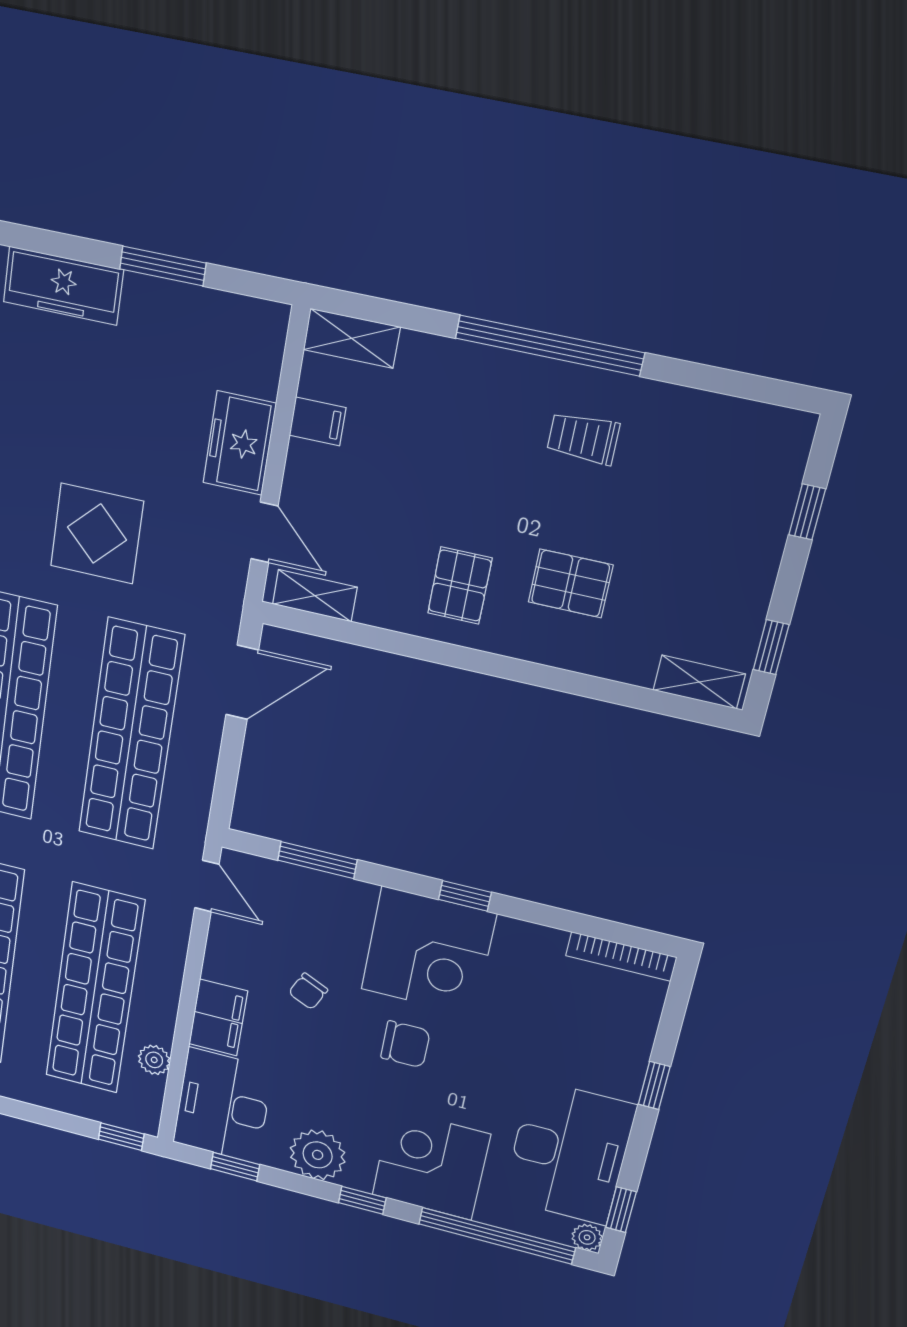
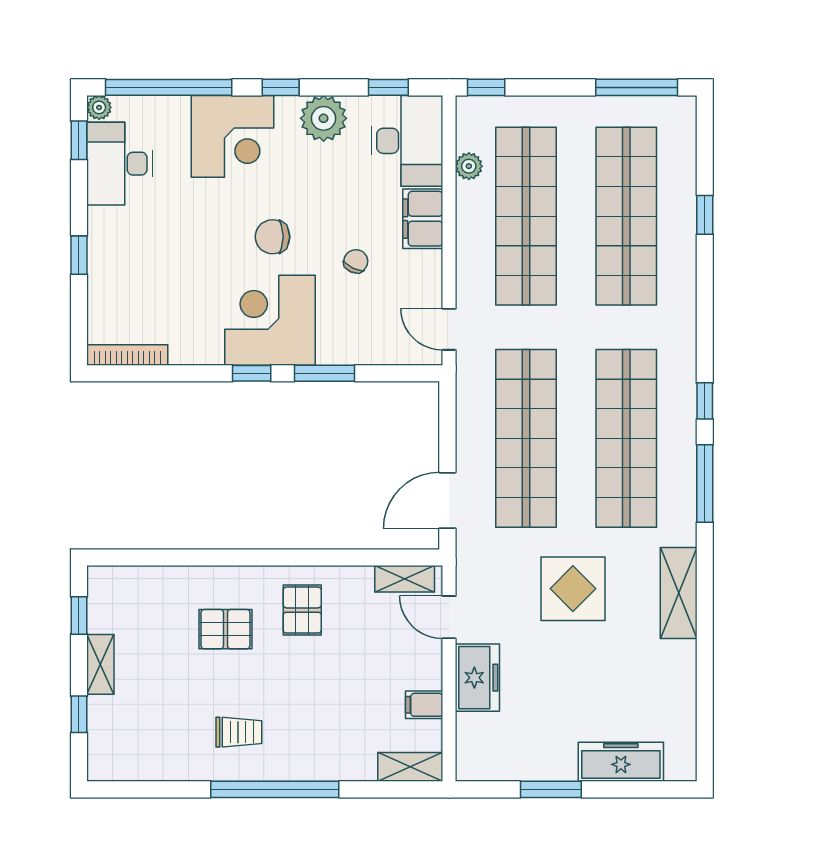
shelving: (699, 682) -> (100, 664), moved, turned 90
window: (317, 860) -> (325, 373), moved
desk: (569, 1153) -> (119, 164), width x0.73, depth x0.77

